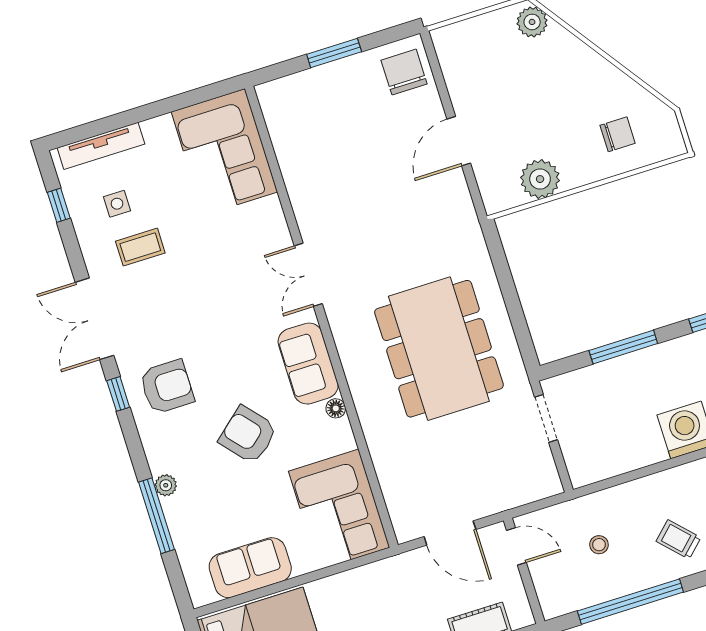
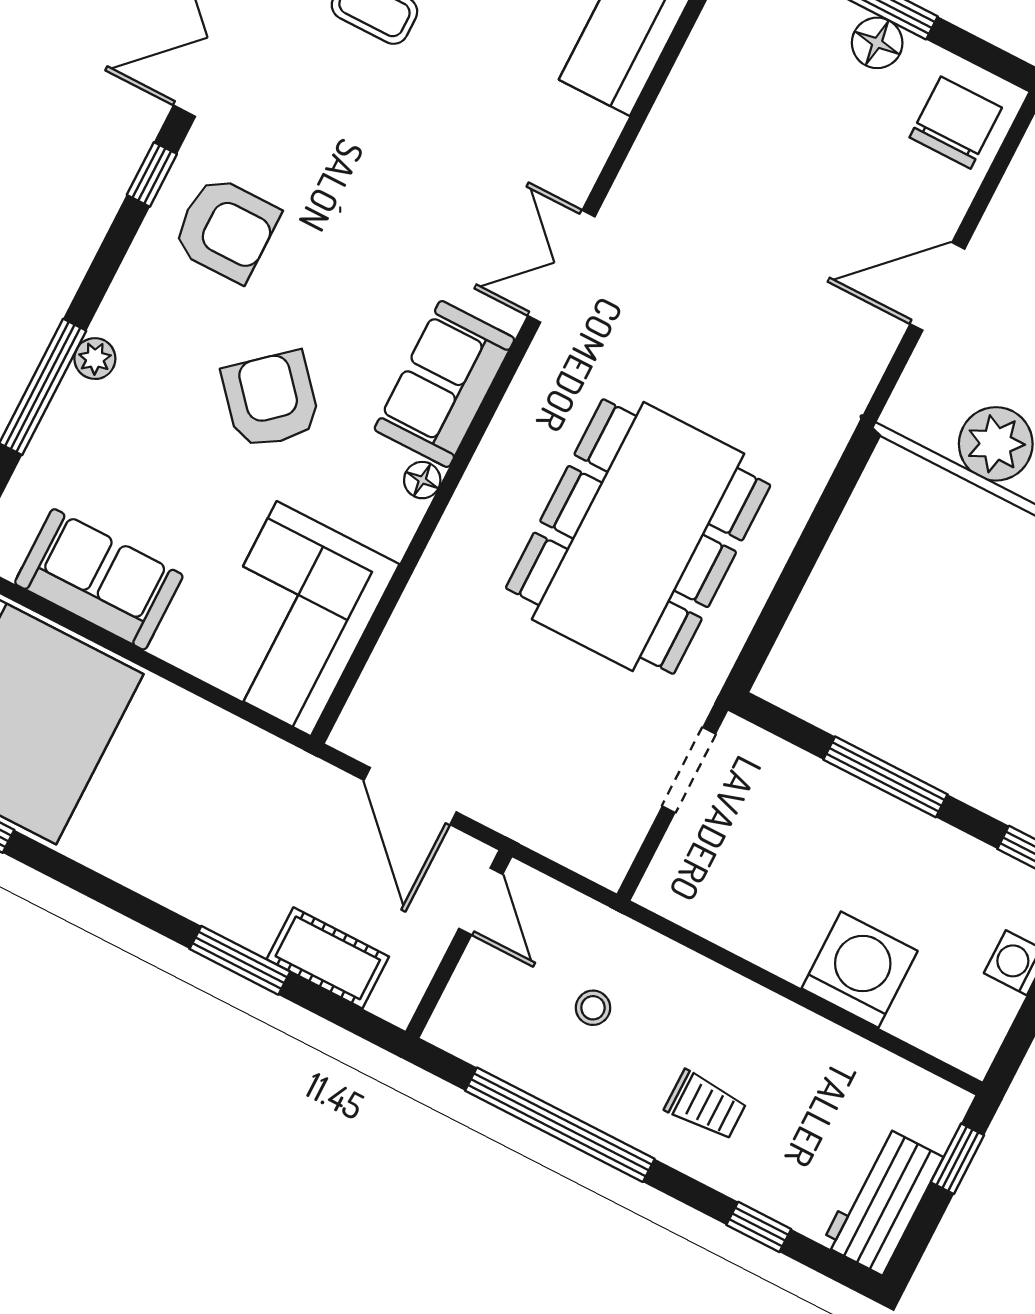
floor lamp: (344, 71) -> (877, 43), added
trolley: (678, 539) -> (706, 1105), turned 134

